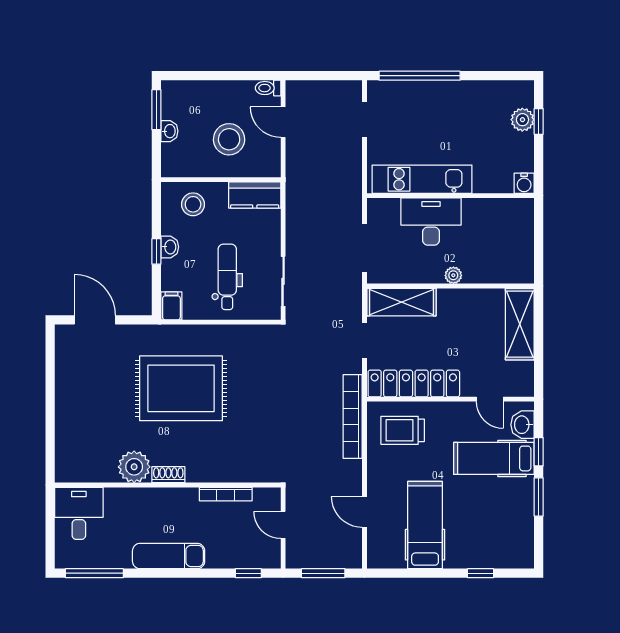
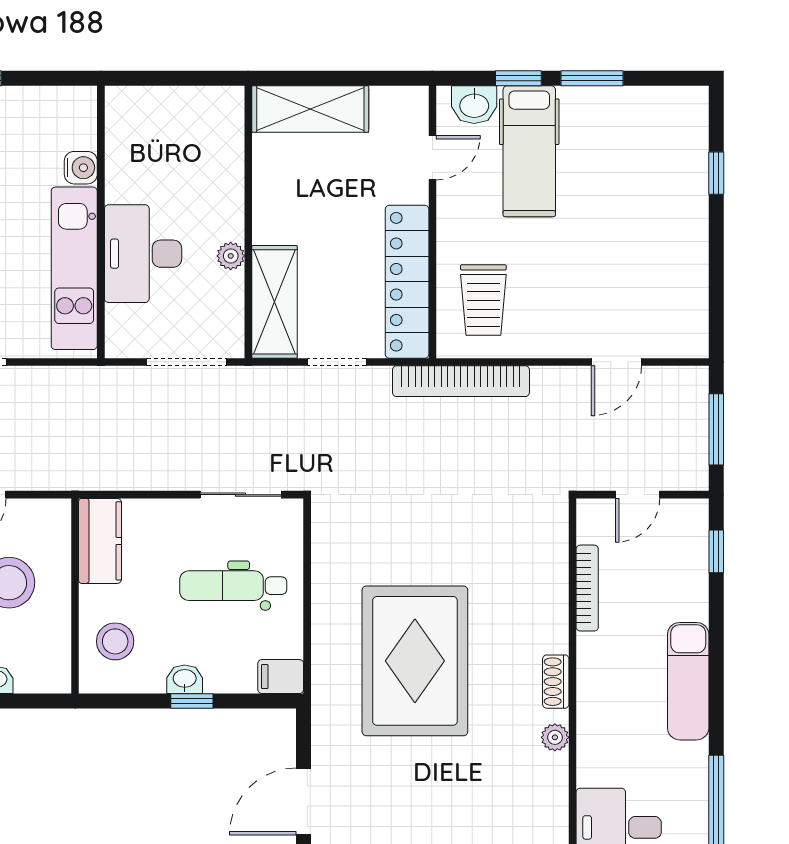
water cooler: (524, 183) -> (81, 168), moved
plant: (453, 275) -> (231, 256), moved
plant: (134, 467) -> (555, 737), width x0.53, depth x0.53
hospital bed: (425, 525) -> (638, 263), removed

